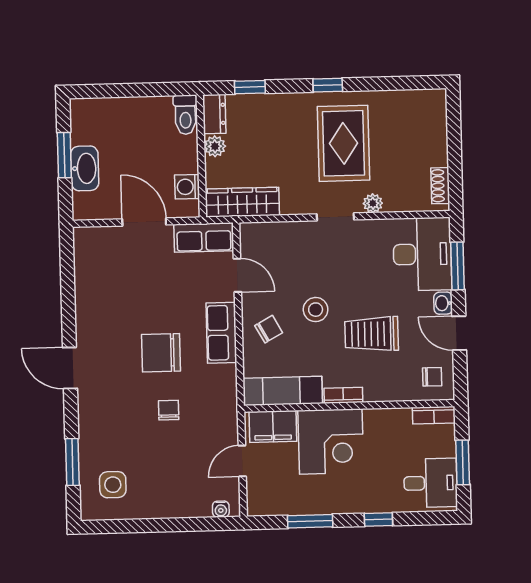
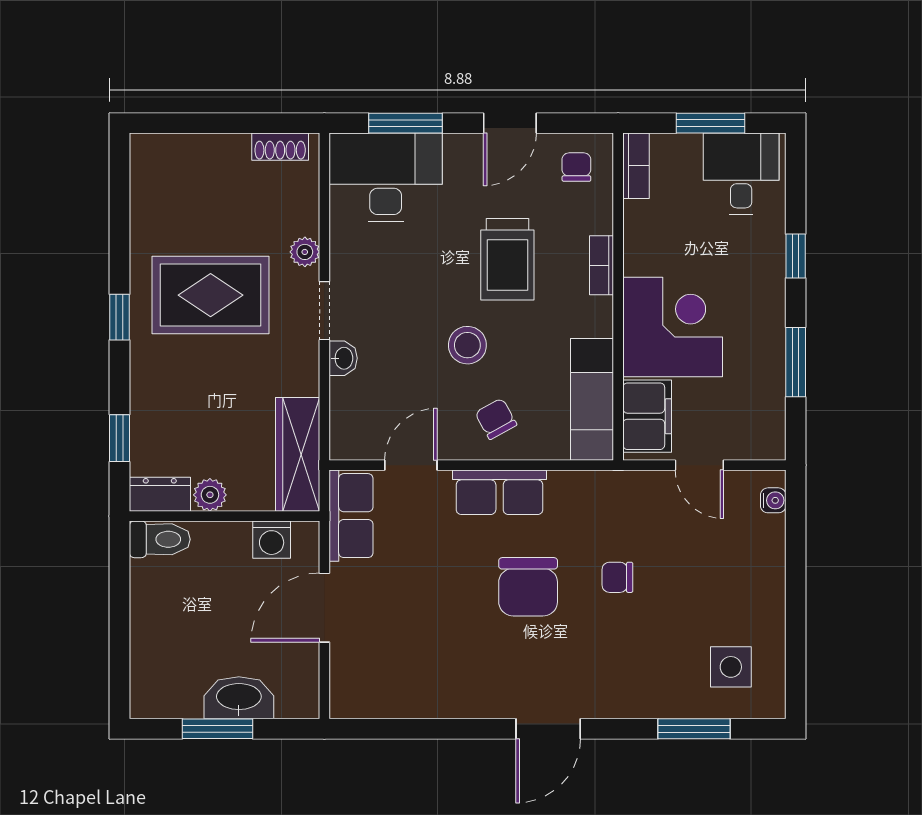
washbasin: (443, 303) -> (343, 358), moved, turned -90
bookcase: (343, 395) -> (602, 265), moved

